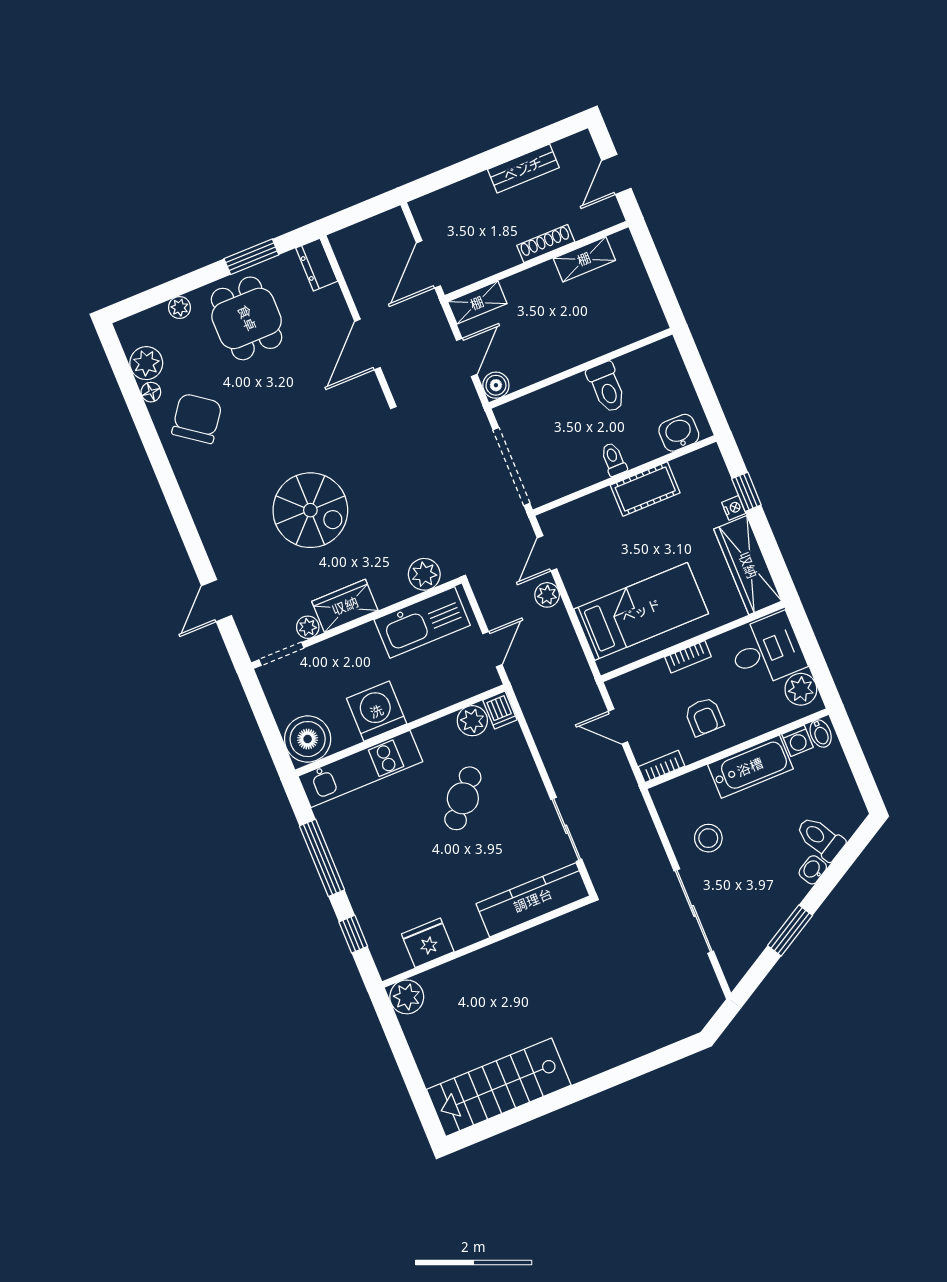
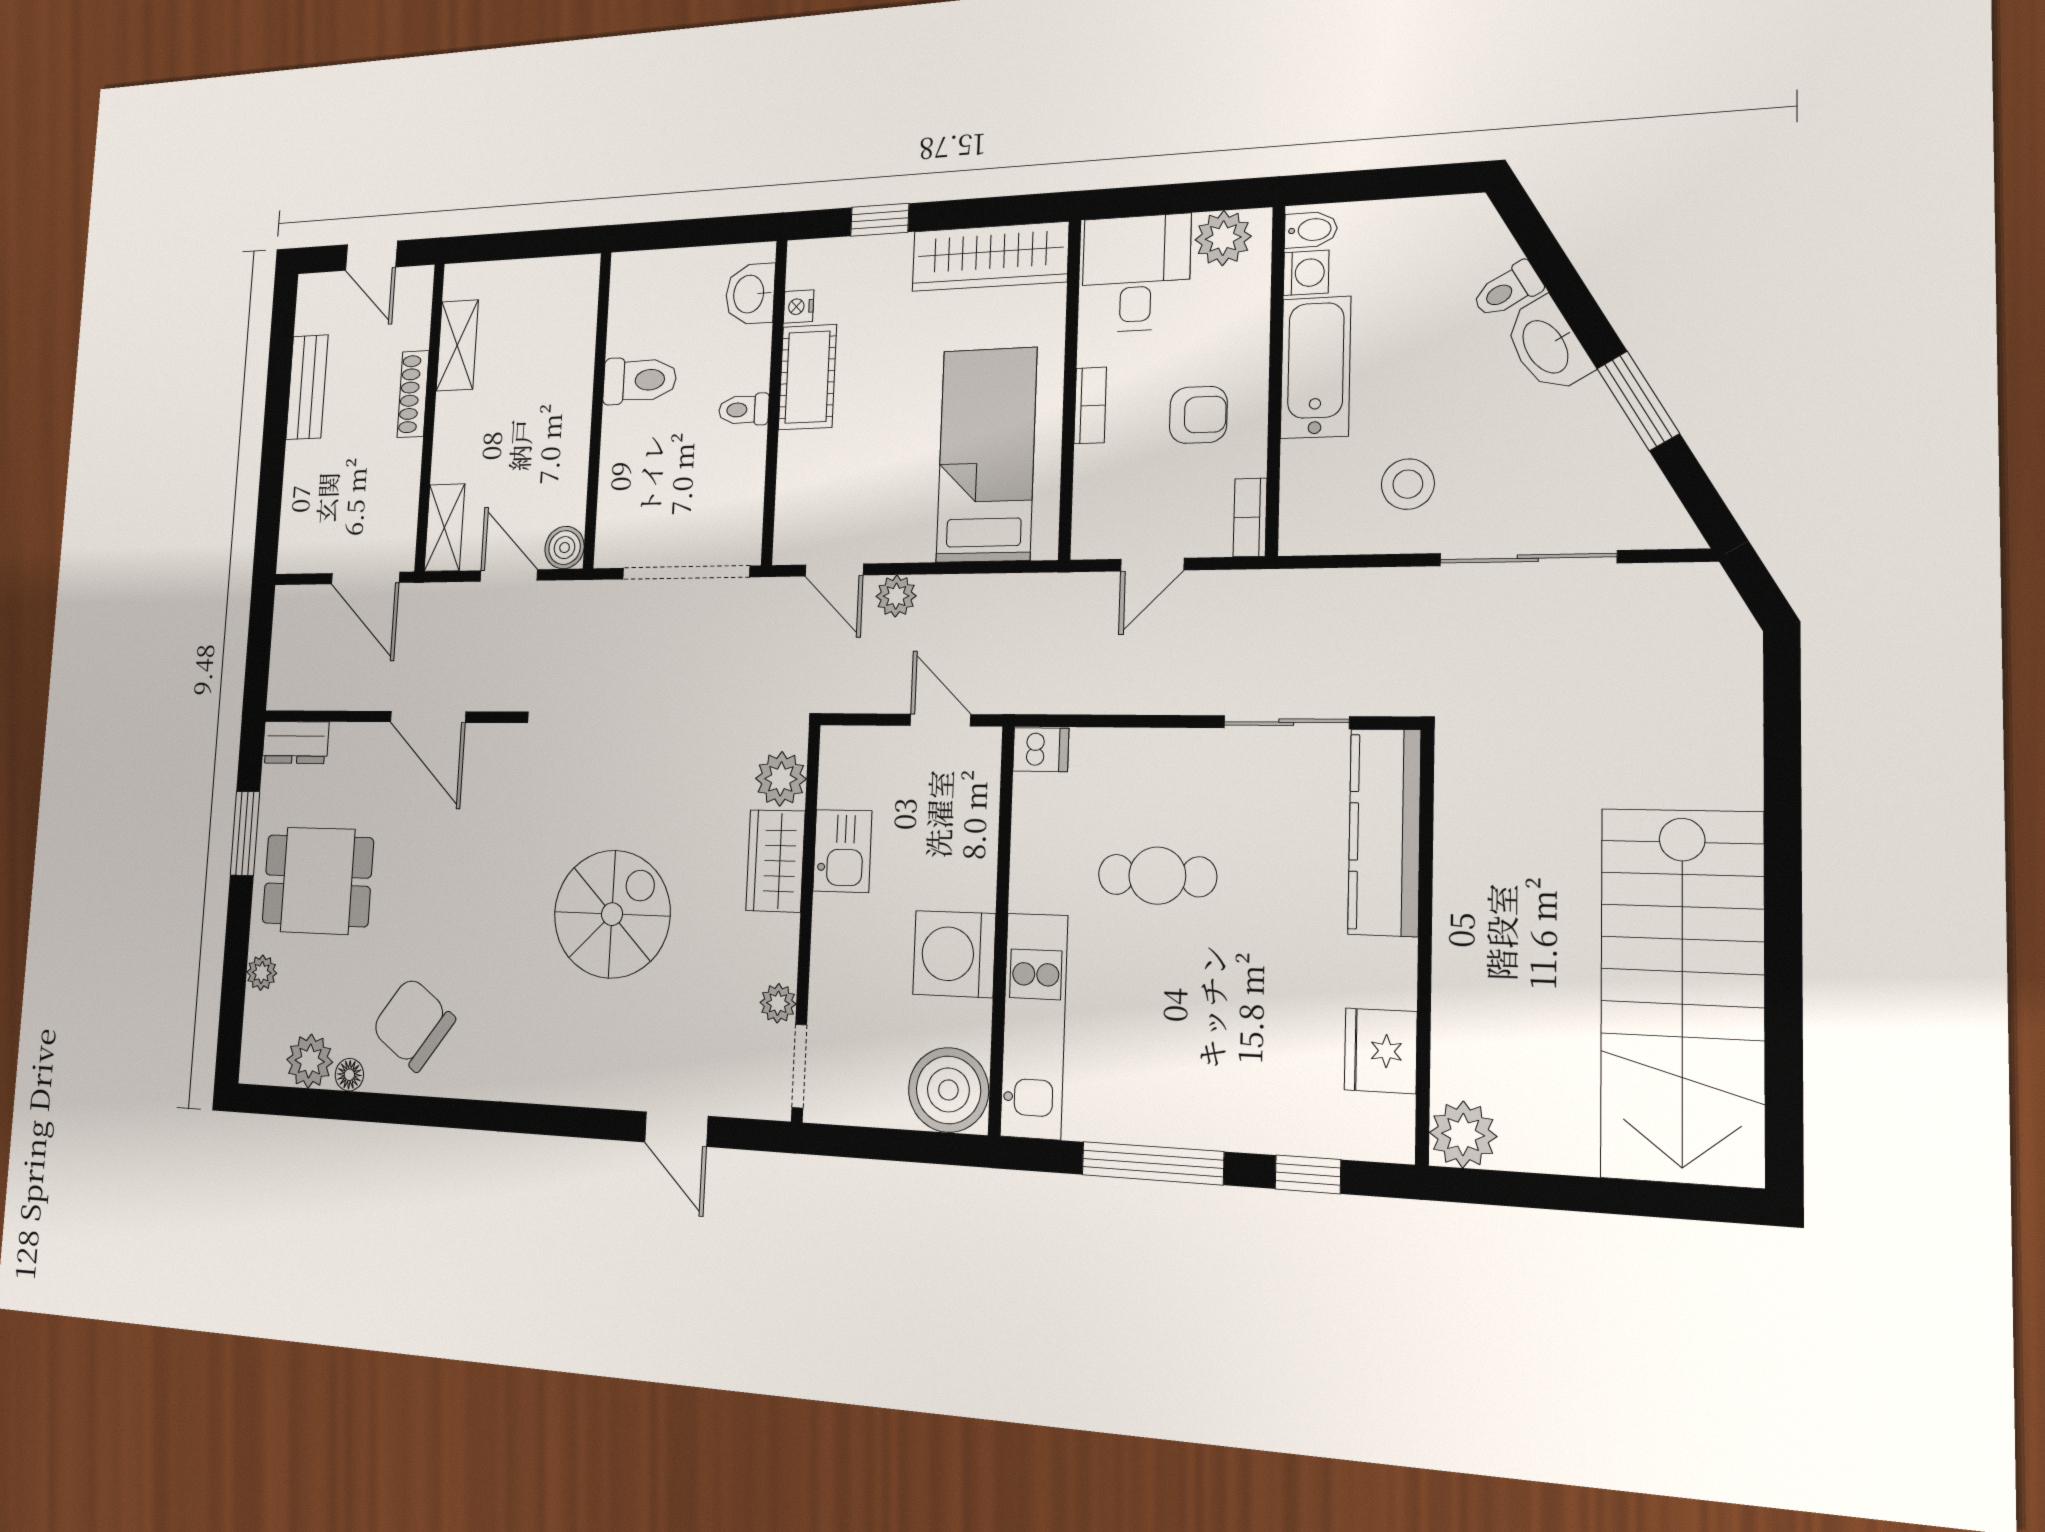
nightstand: (734, 508) -> (799, 307), moved, turned -90
wardrobe: (345, 606) -> (775, 861), moved
kitchen sink: (422, 622) -> (842, 851), width x0.53, depth x0.81
plant: (472, 721) -> (1038, 803), removed
cafe table: (463, 798) -> (1157, 876), turned -41
toilet: (820, 838) -> (1507, 290), width x0.73, depth x0.72
washbasin: (813, 870) -> (1547, 346), width x1.91, depth x1.45
stairs: (499, 1087) -> (1682, 995), width x1.36, depth x1.51

